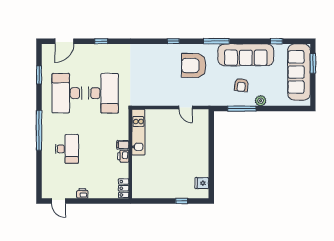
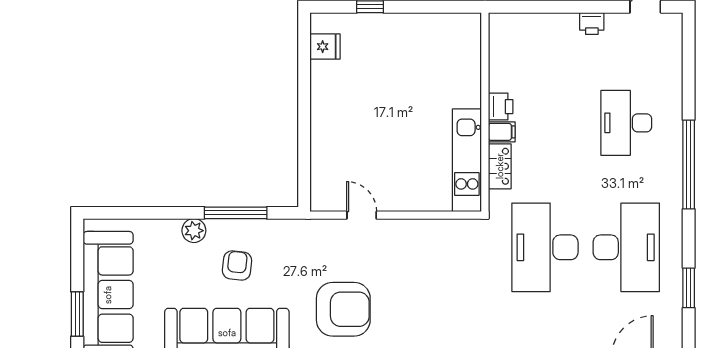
locker: (124, 188) -> (500, 166), moved

